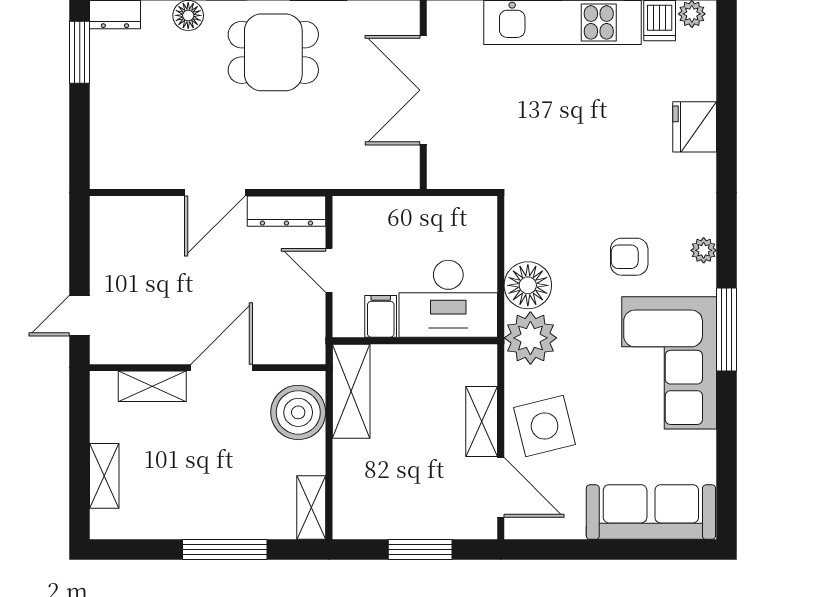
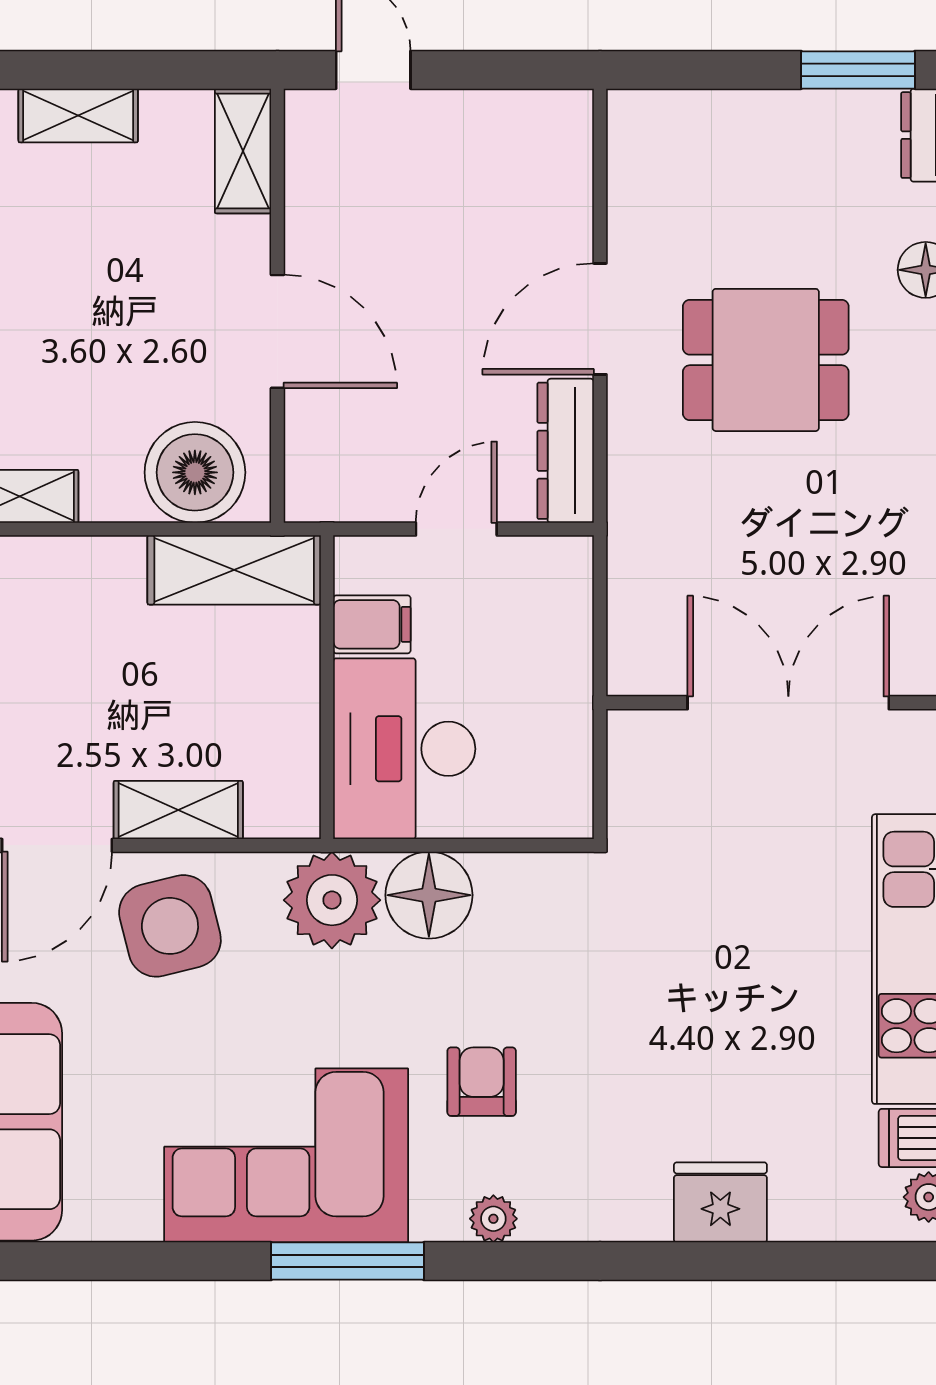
dining table: (273, 52) -> (766, 360), moved, turned 90
door: (215, 192) -> (600, 319), hinge flipped
shelving: (152, 386) -> (243, 151), moved

